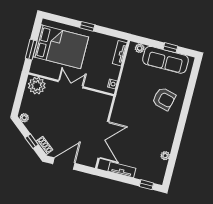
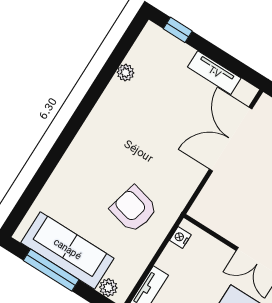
window: (170, 48) -> (51, 270), width x2.17
armchair: (164, 99) -> (134, 209), moved

